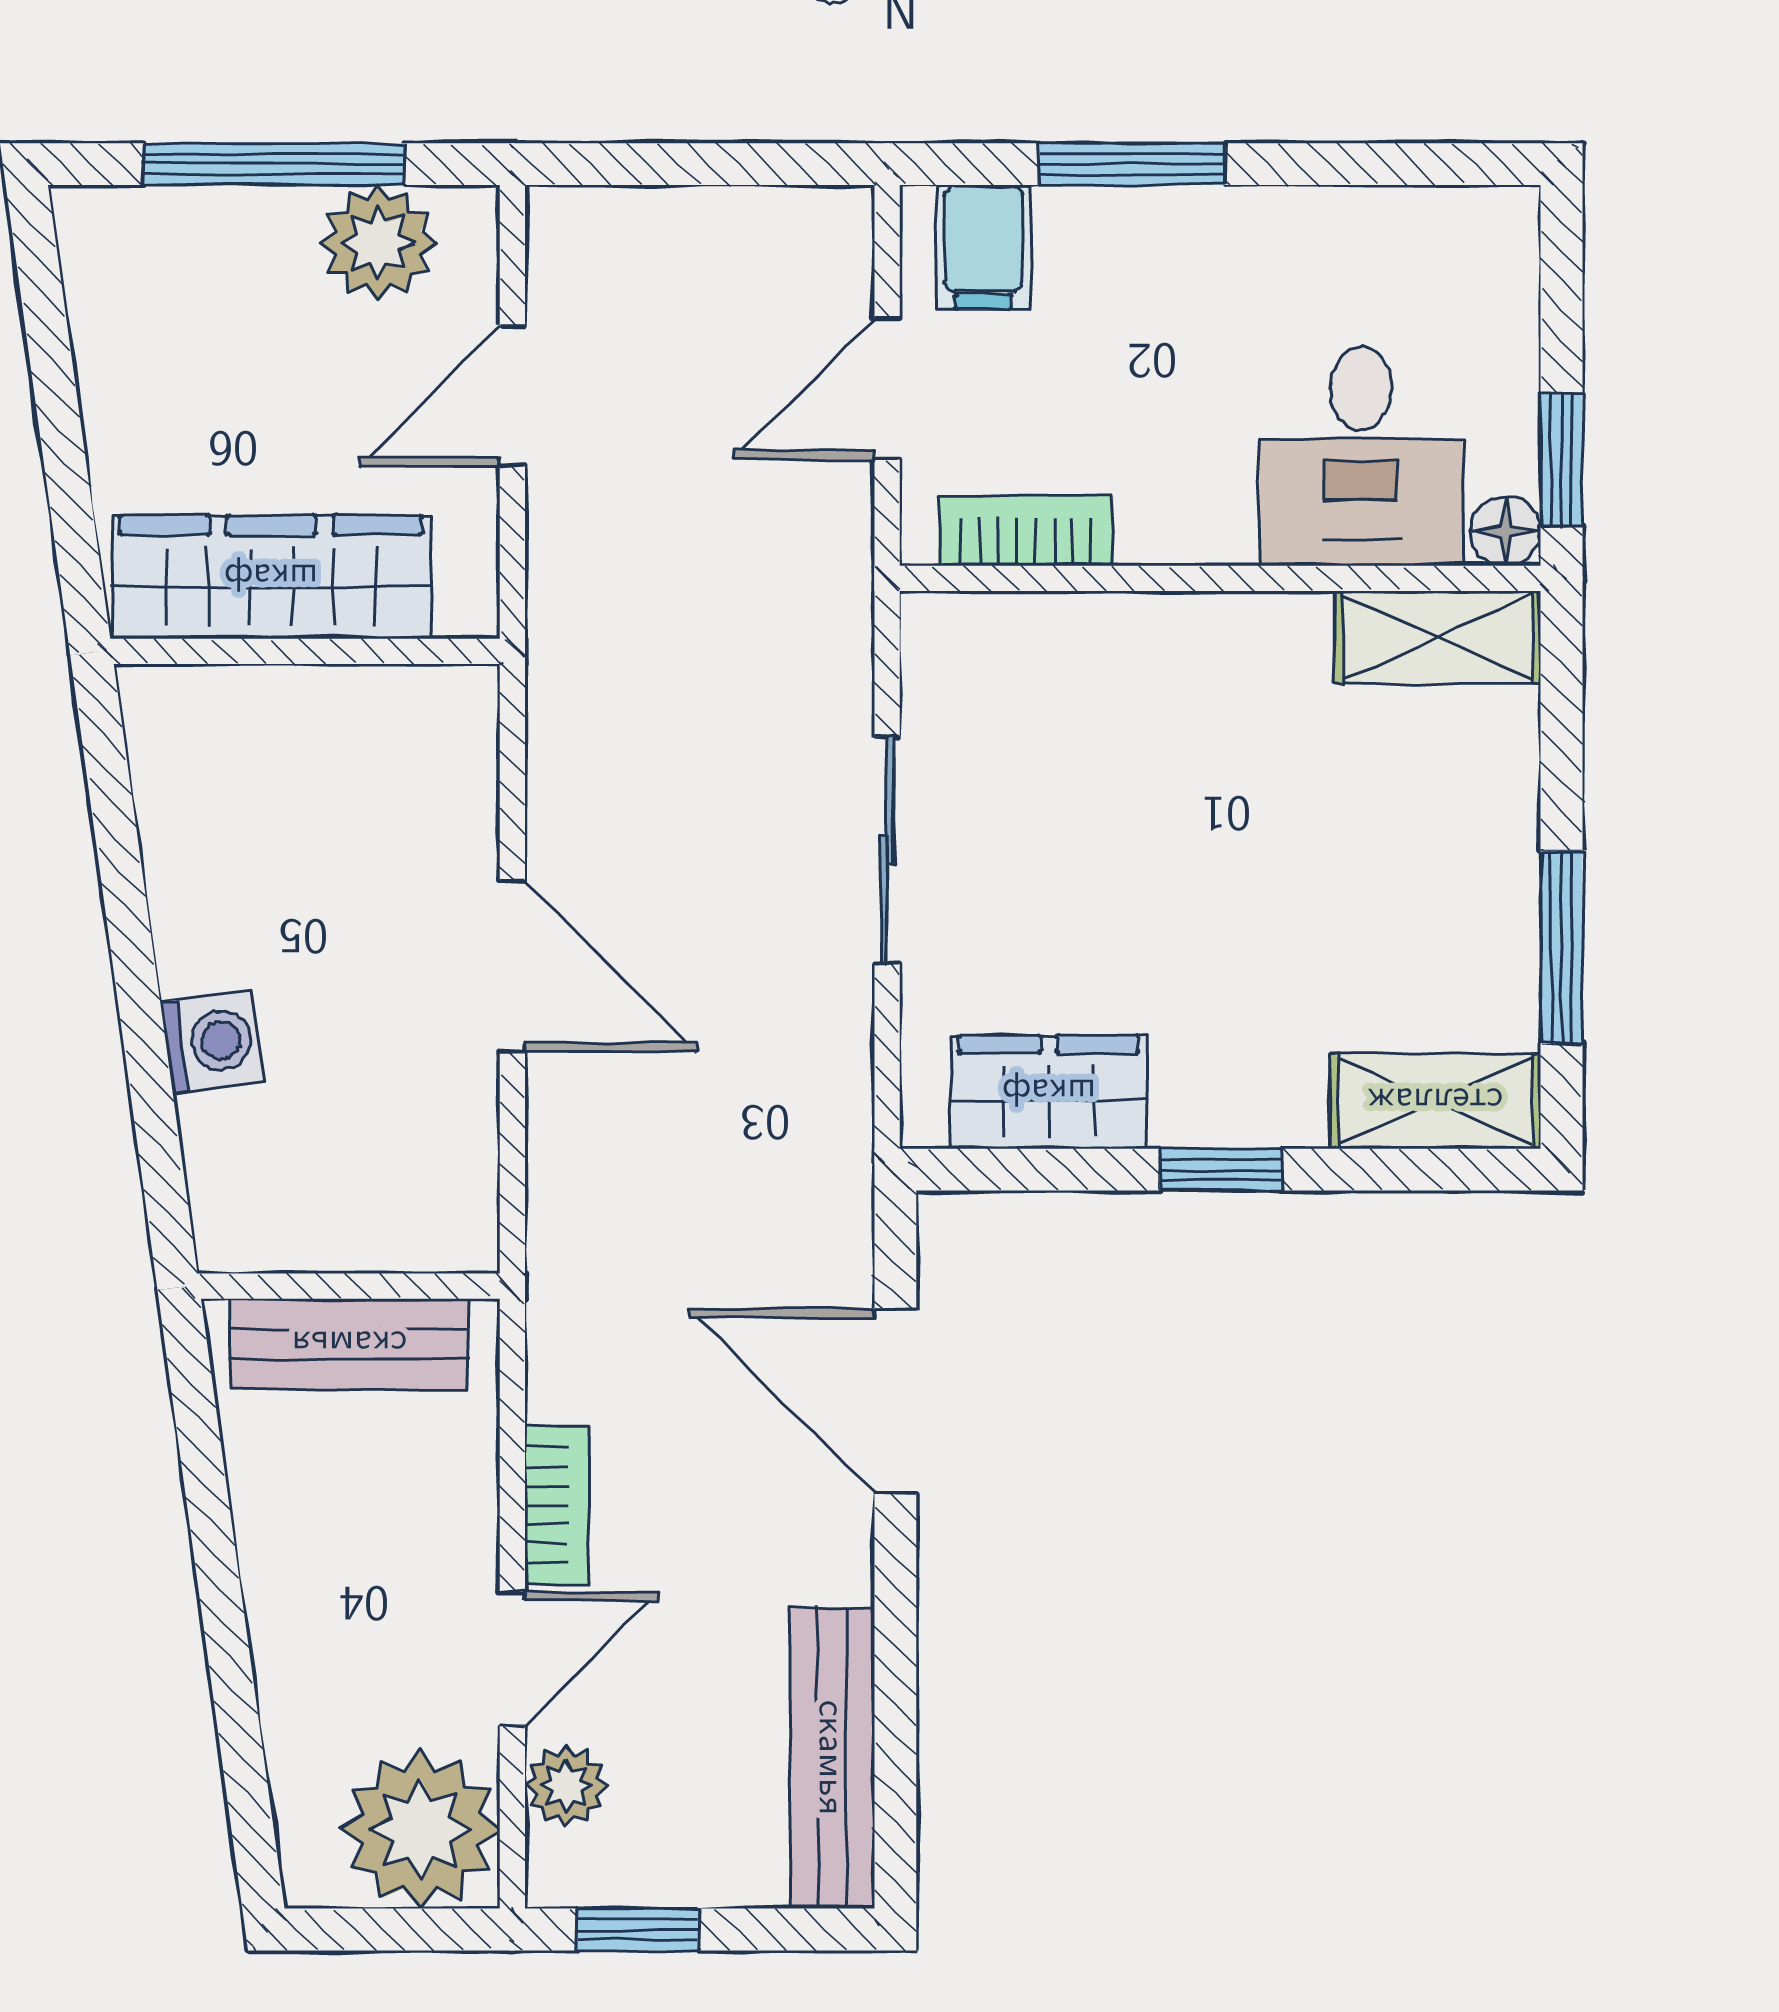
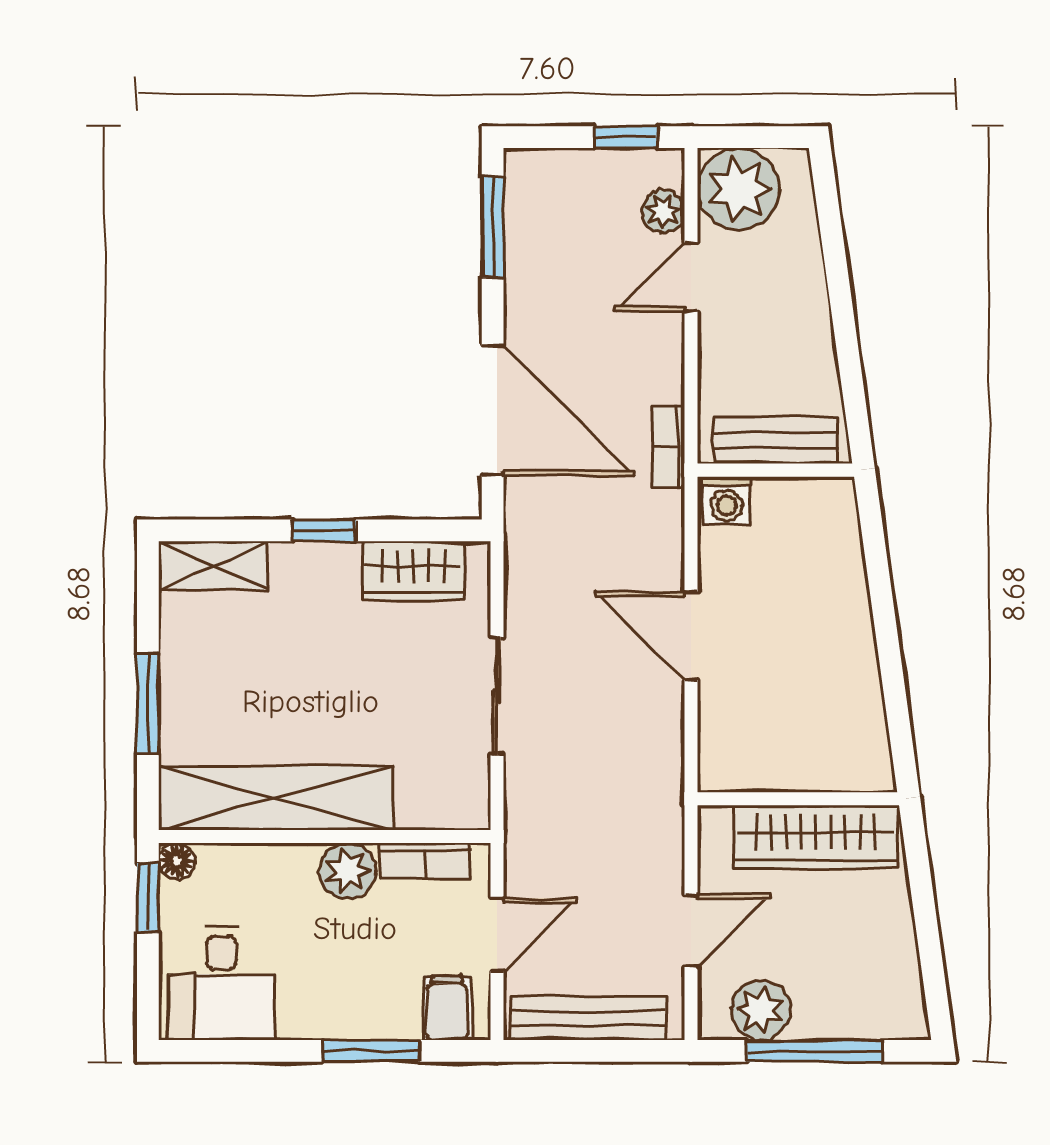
desk: (1361, 456) -> (221, 983), moved, turned 180
plant: (1176, 512) -> (348, 871), added
shelving: (1438, 637) -> (276, 798), width x2.20, depth x1.33
window: (1562, 947) -> (148, 703), moved
washing machine: (212, 1042) -> (726, 500), moved, turned -82
door: (895, 1401) -> (493, 411), width x1.36
bookcase: (557, 1505) -> (668, 447), moved
window: (895, 1755) -> (493, 227), added
bench: (832, 1758) -> (588, 1018), moved, turned 90

